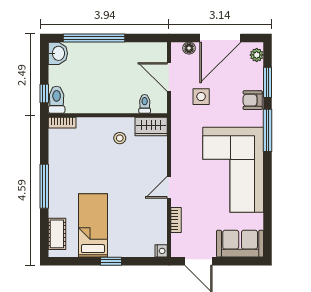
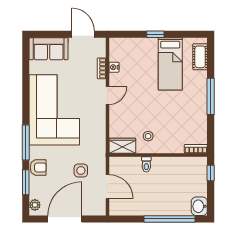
floor lamp: (189, 48) -> (91, 211), removed
toilet: (57, 100) -> (200, 168), removed
toilet: (145, 104) -> (146, 164), moved
nightstand: (161, 251) -> (114, 67), moved

